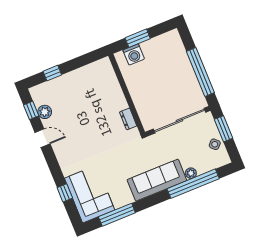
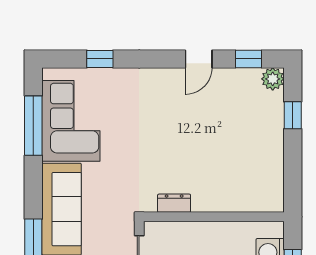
plant: (45, 112) -> (273, 79), moved
corner sofa: (90, 194) -> (71, 121), moved, turned -90

